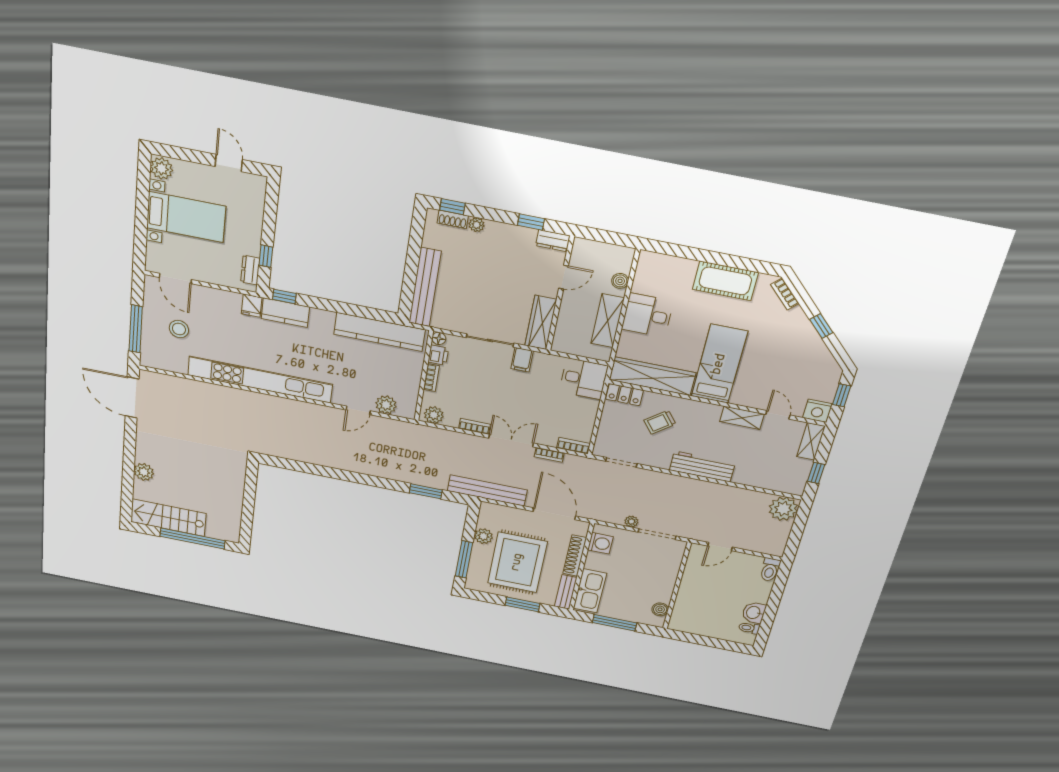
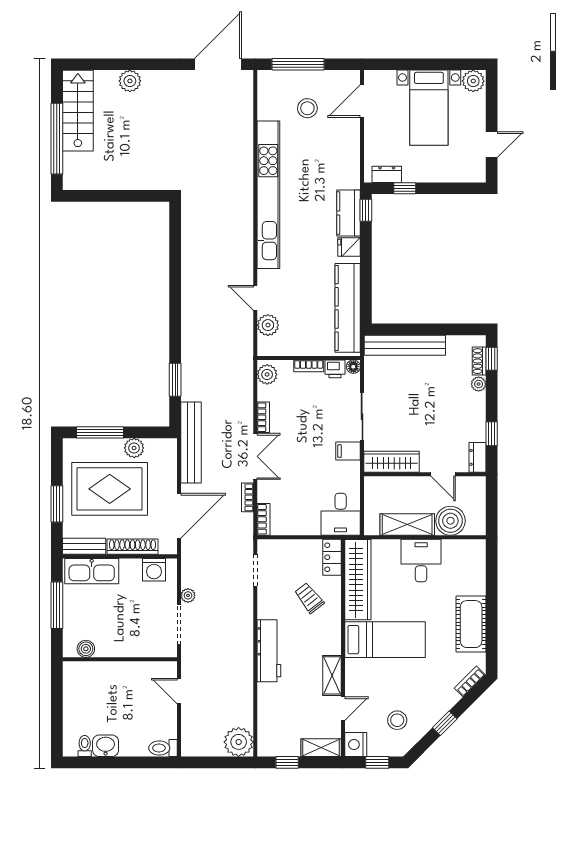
boiler: (620, 281) -> (450, 521), width x1.86, depth x1.86
fridge: (252, 306) -> (349, 247), moved
stool: (805, 369) -> (397, 720), added

